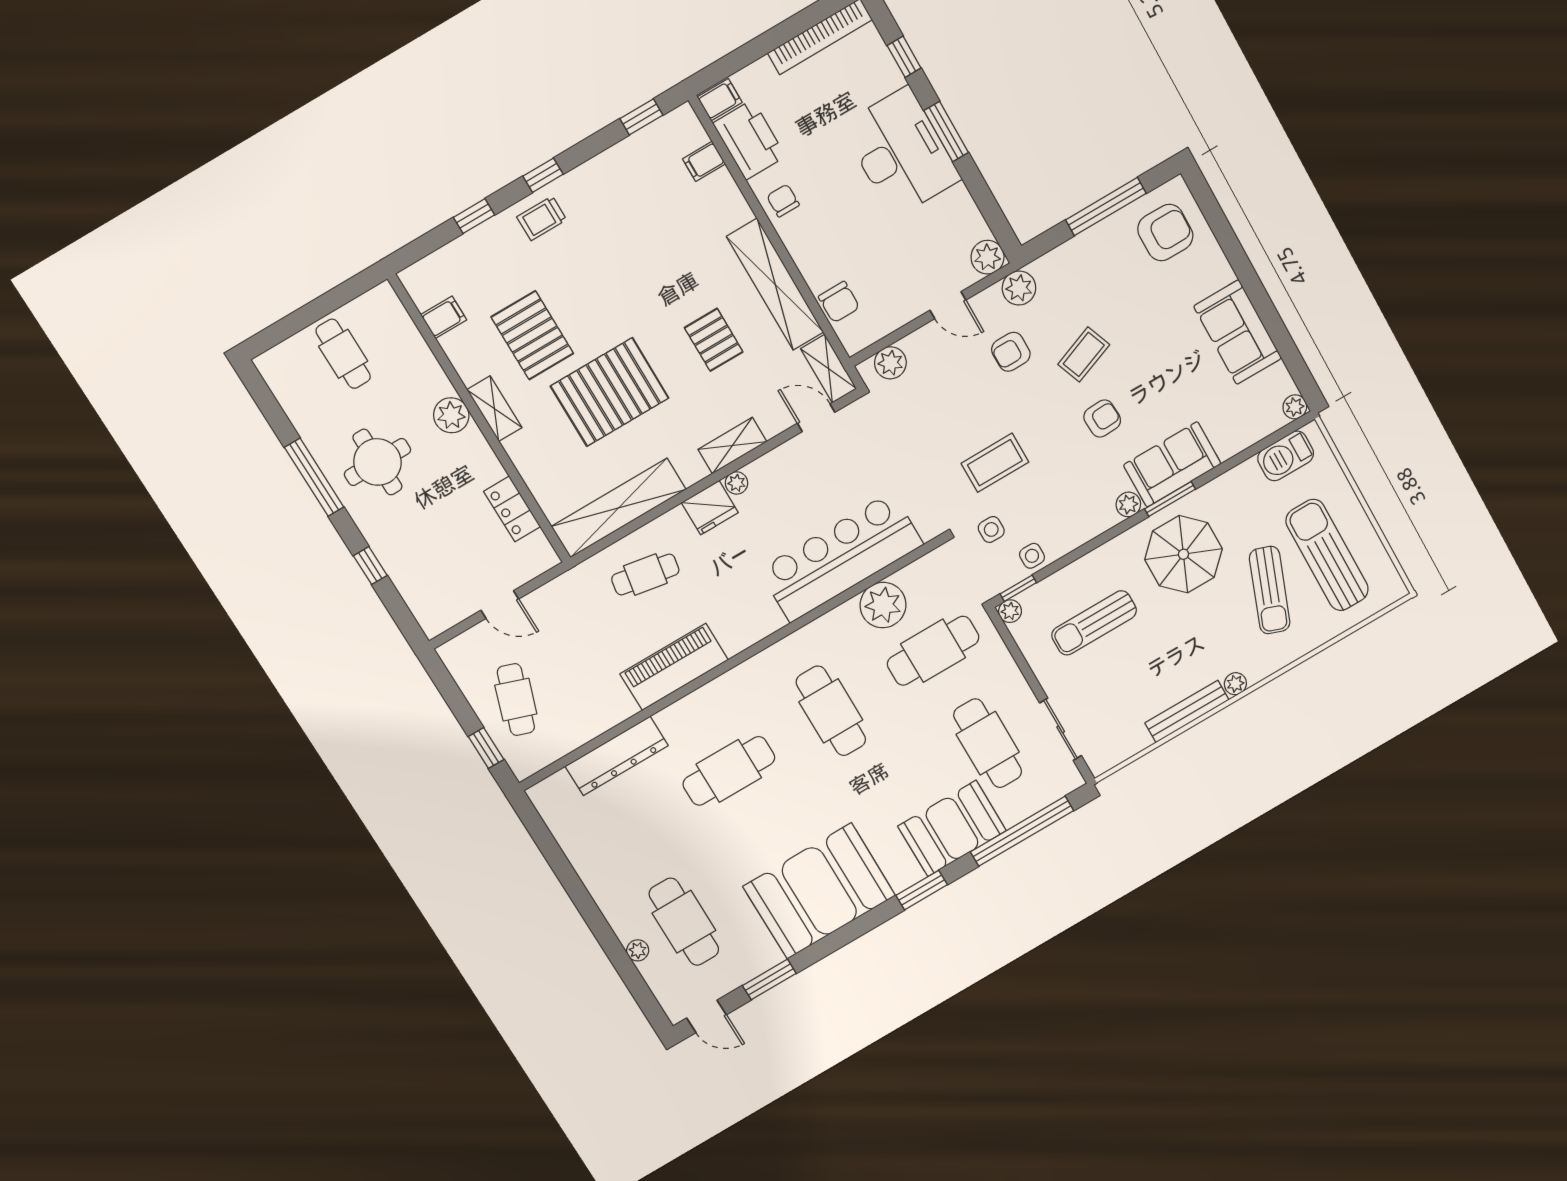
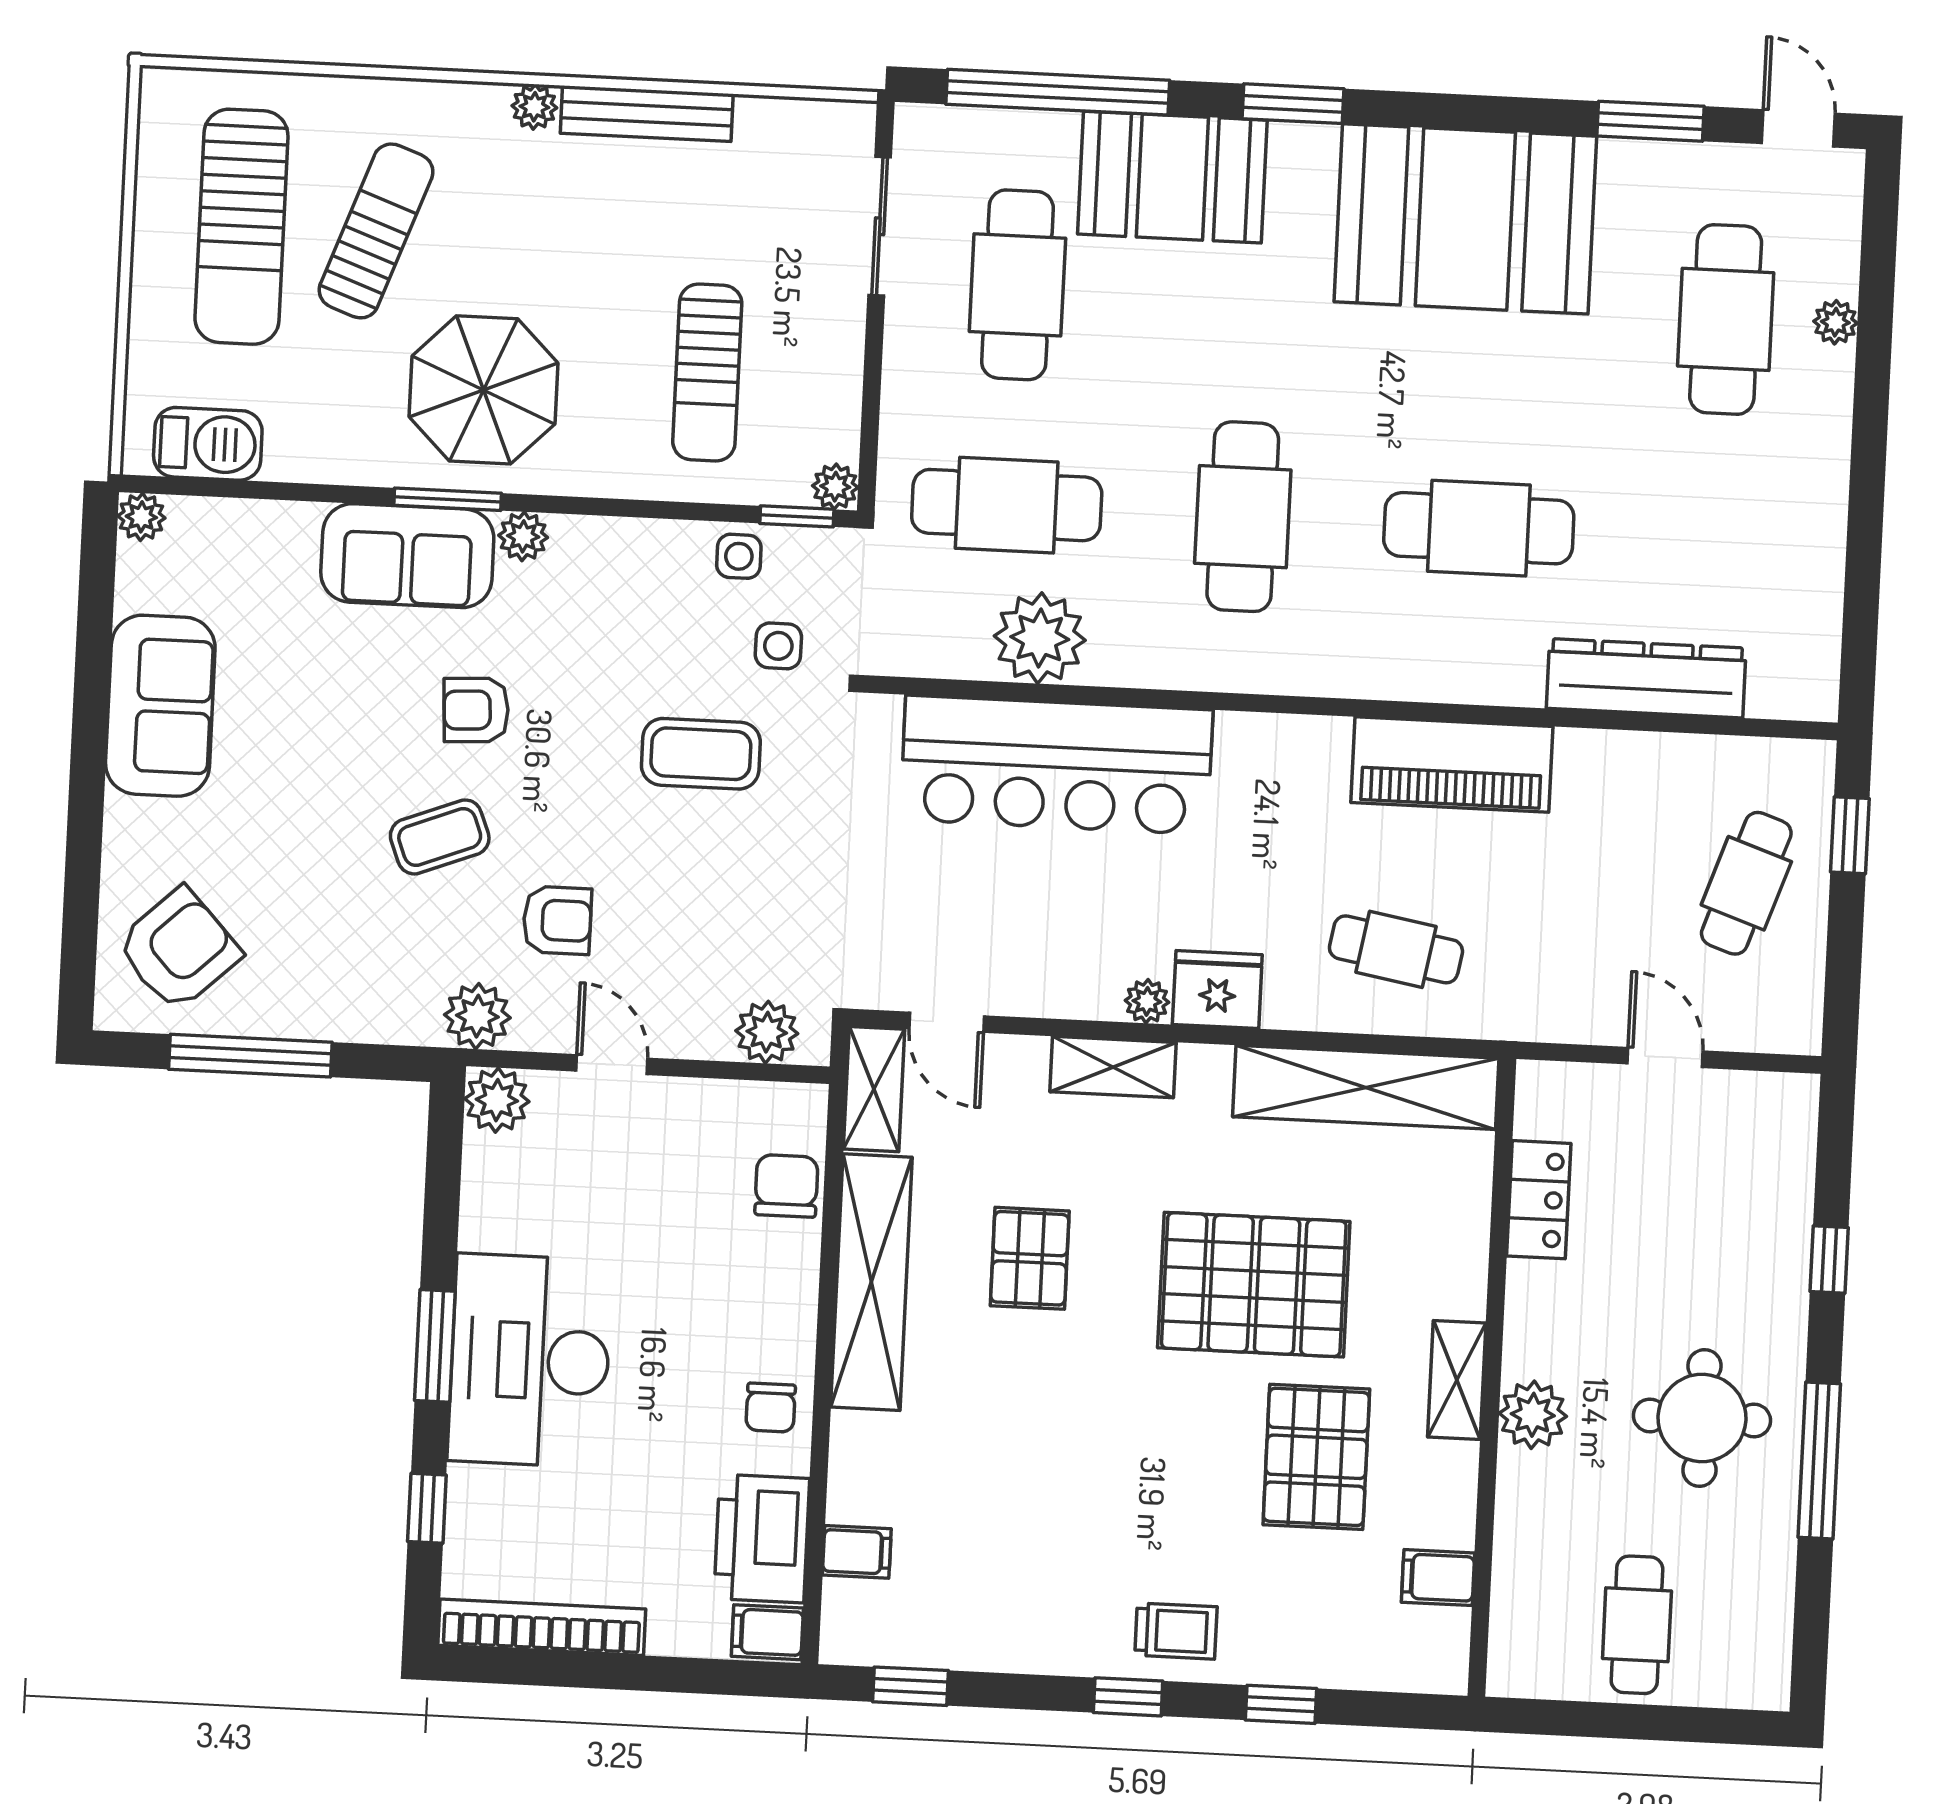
armchair: (1165, 233) -> (179, 949), turned 137
sun lounger: (1094, 623) -> (707, 373), turned 90

